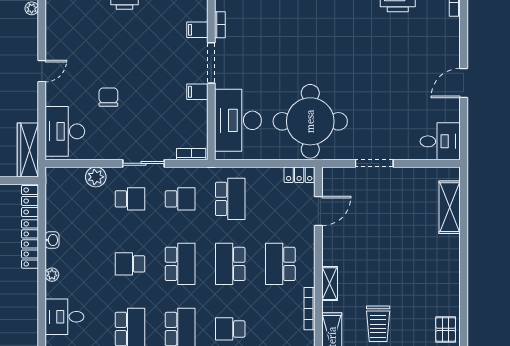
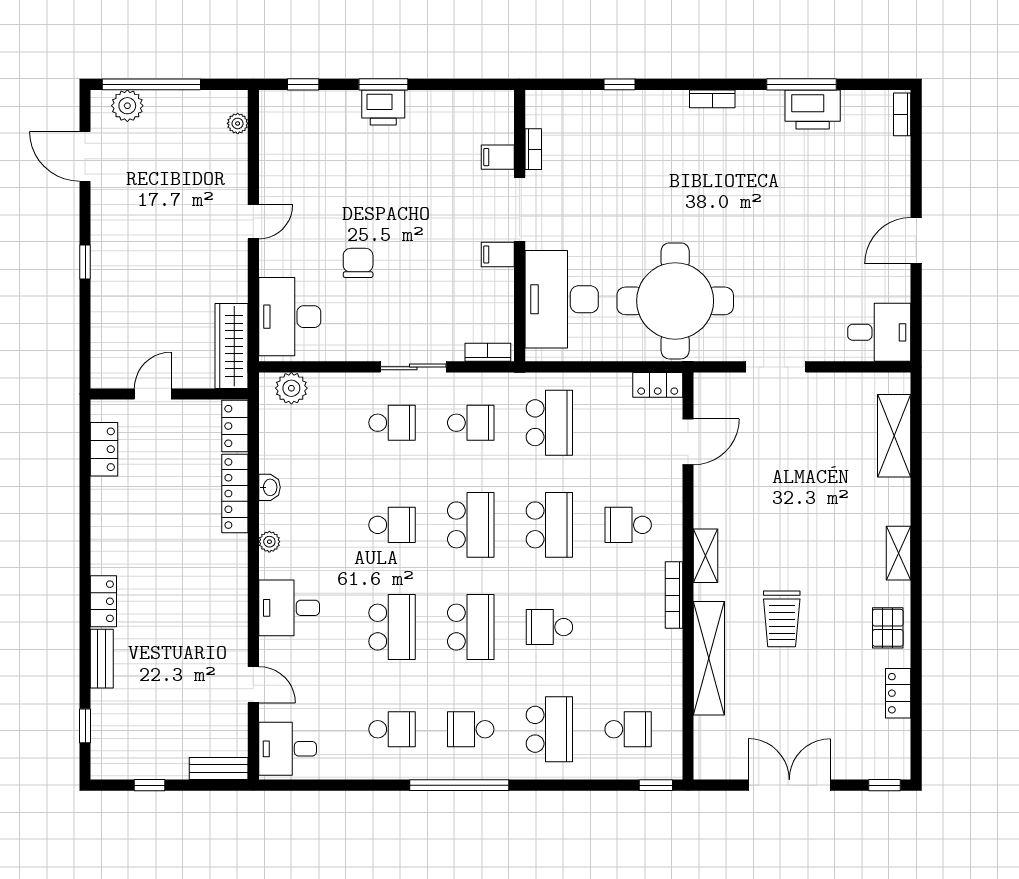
plant: (96, 177) -> (291, 388), moved
school desk: (130, 264) -> (392, 525), turned 180
school desk: (230, 264) -> (549, 525), turned 180
school desk: (280, 264) -> (628, 525), width x0.54
shelving: (453, 282) -> (899, 553), added

